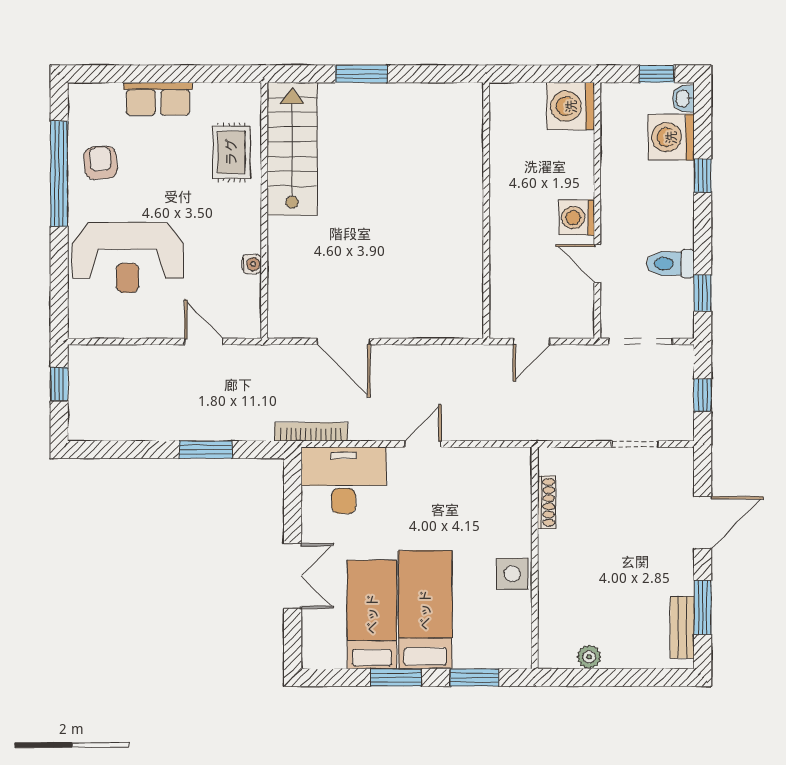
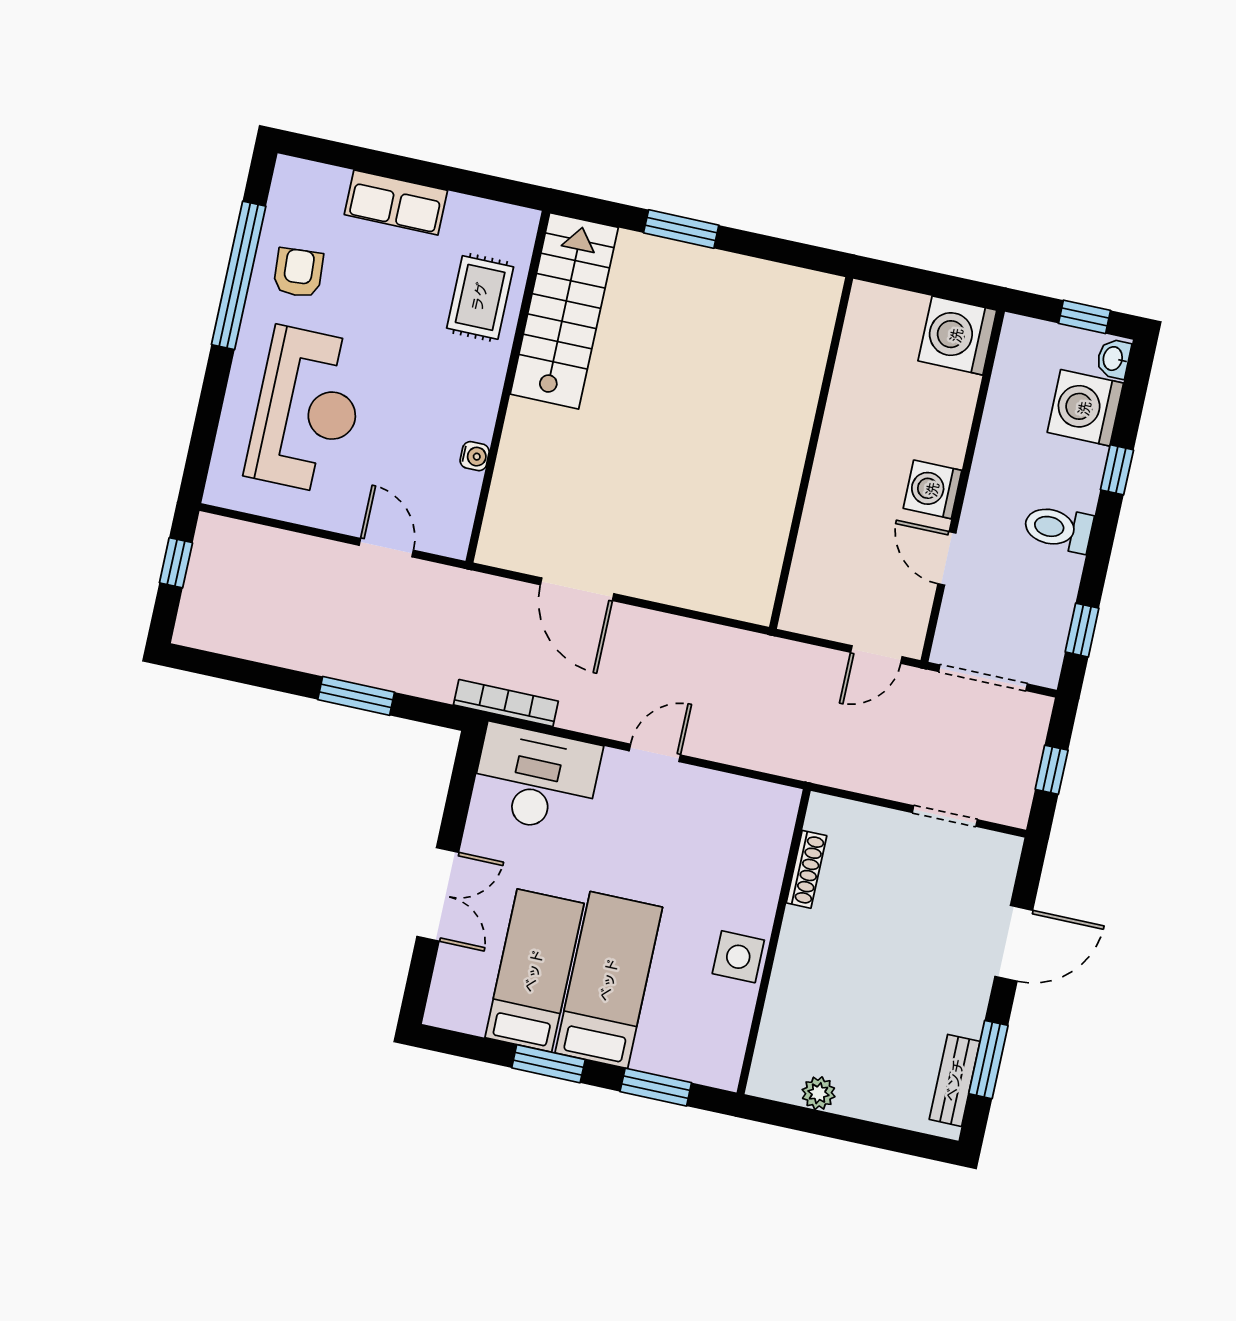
reception desk: (127, 257) -> (307, 410), turned -90
toilet: (671, 264) -> (1058, 528), moved
door: (532, 341) -> (876, 655), moved

